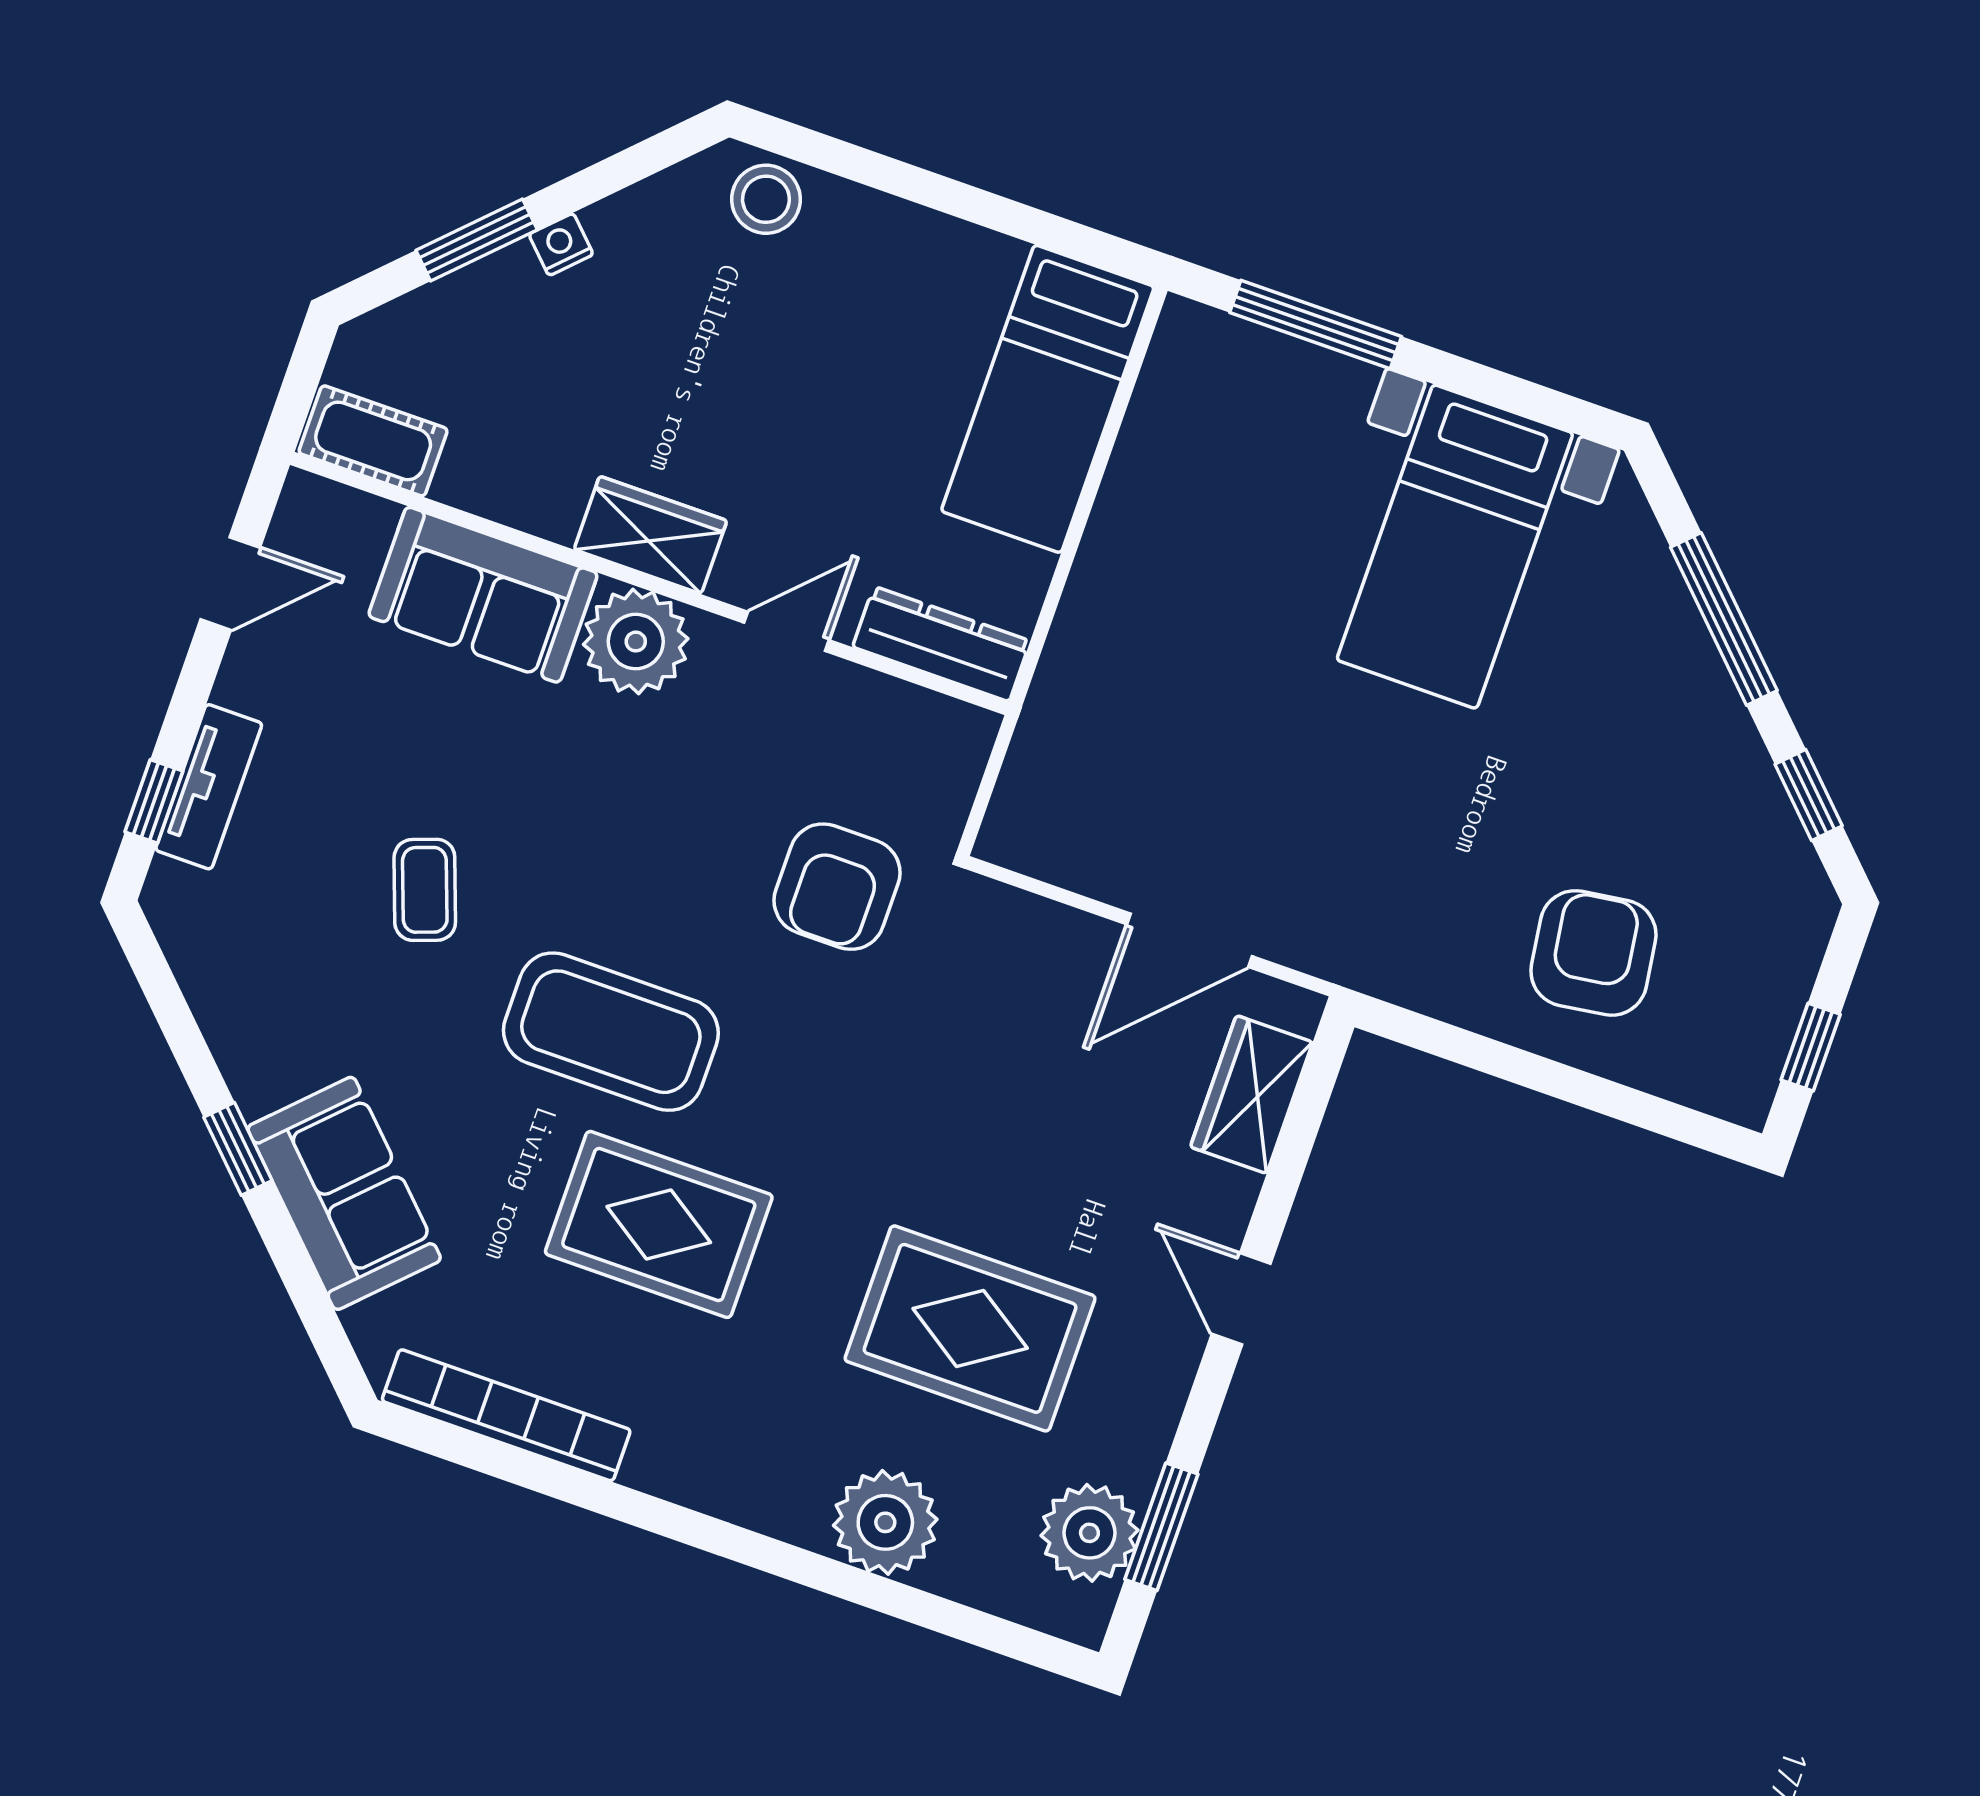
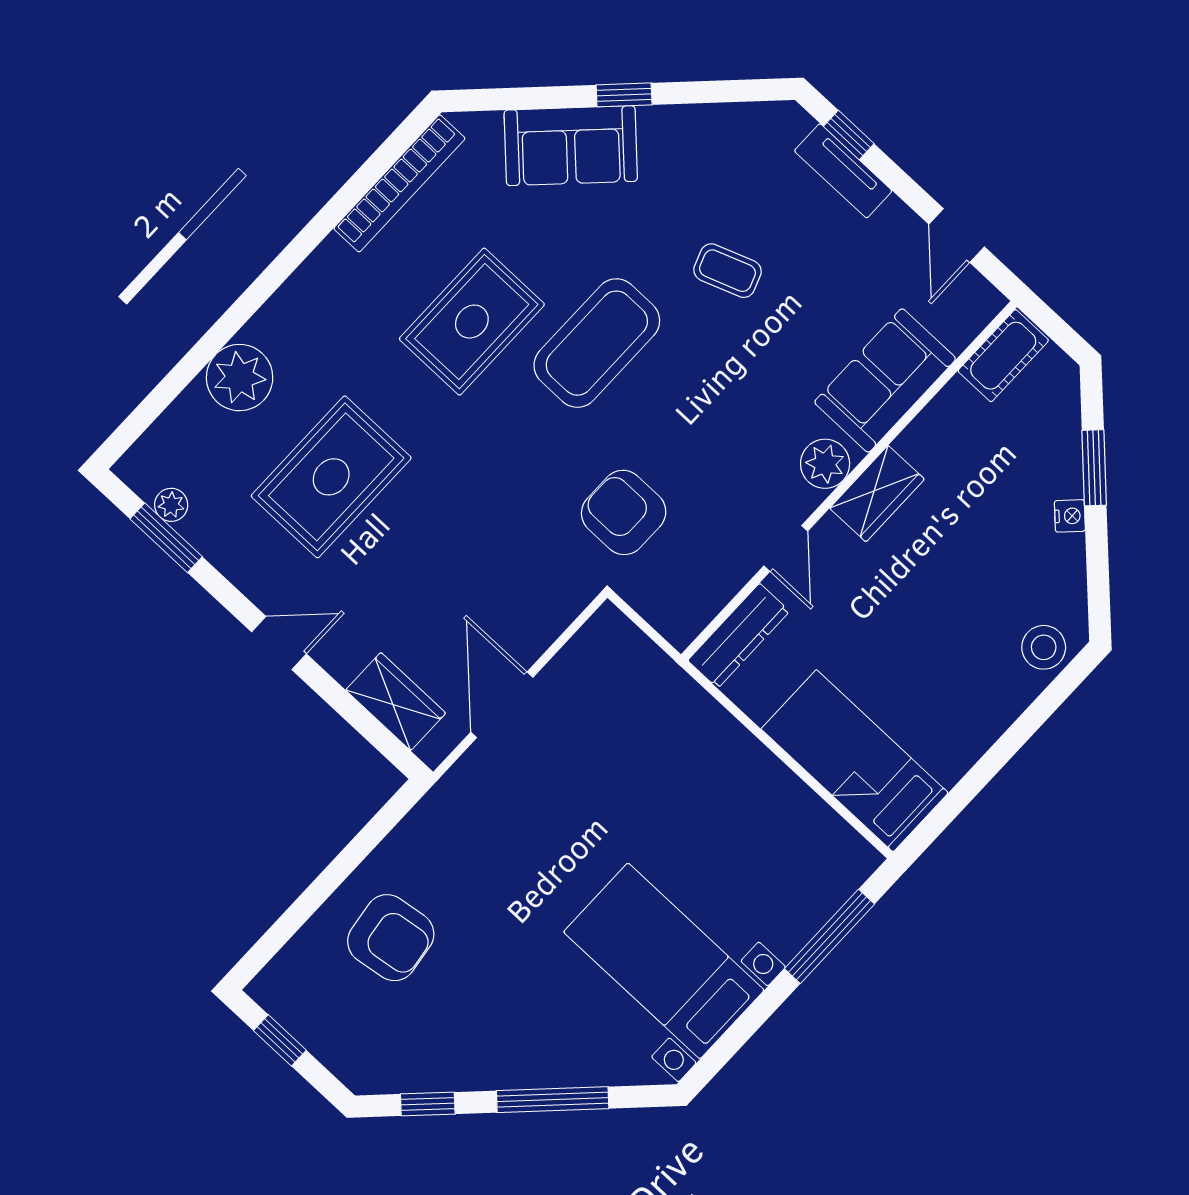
plant: (636, 642) -> (825, 464), width x0.73, depth x0.73
plant: (1089, 1533) -> (171, 505), width x0.53, depth x0.53

